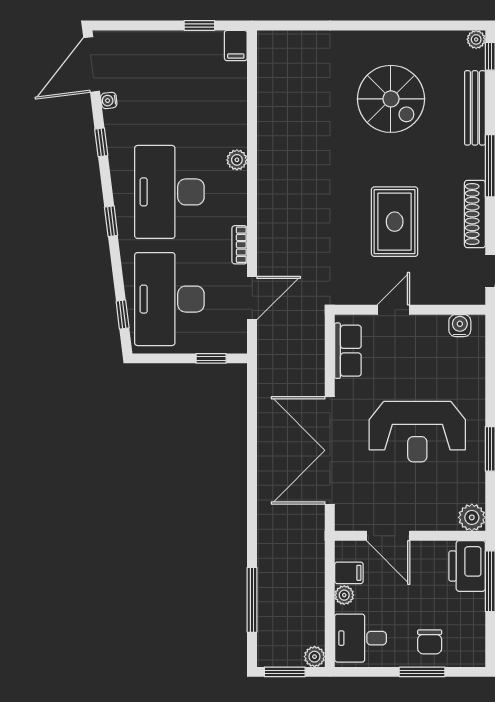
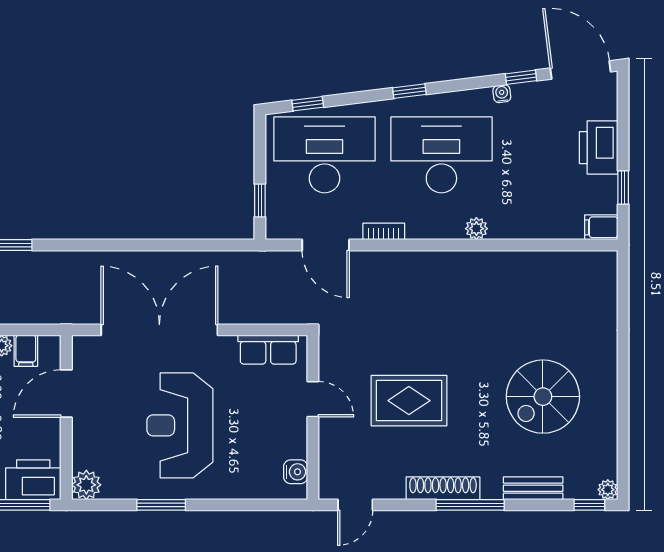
printer: (163, 48) -> (599, 148), added
water cooler: (109, 100) -> (502, 94), moved
bench: (475, 108) -> (533, 488), width x0.73
window: (101, 142) -> (521, 77), moved
shoe rack: (475, 214) -> (443, 488), moved

